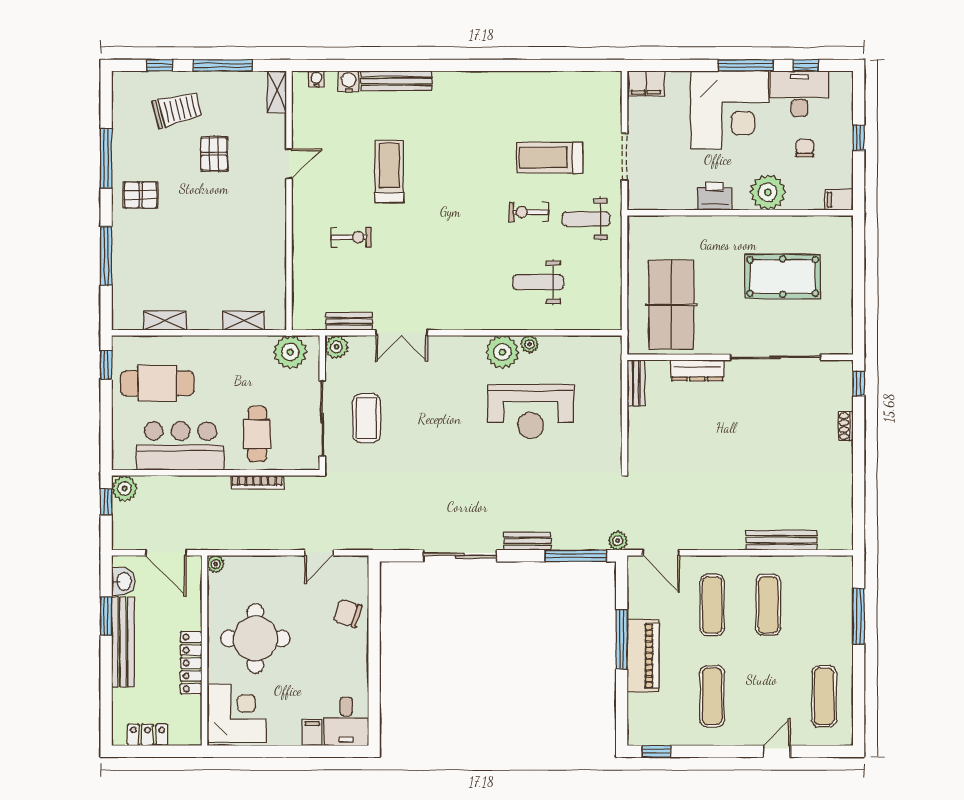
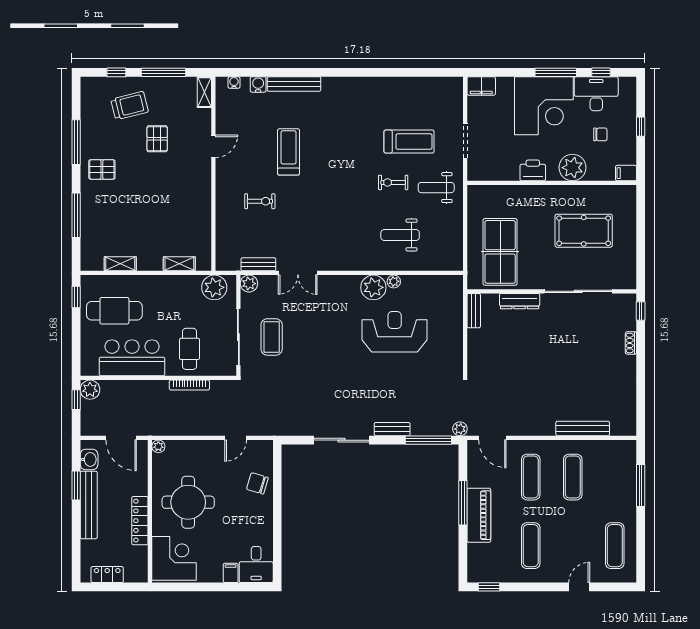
chair: (805, 148) -> (600, 134), turned 90
treadmill: (550, 158) -> (409, 142), turned 180
reception desk: (531, 411) -> (395, 332), turned 180

